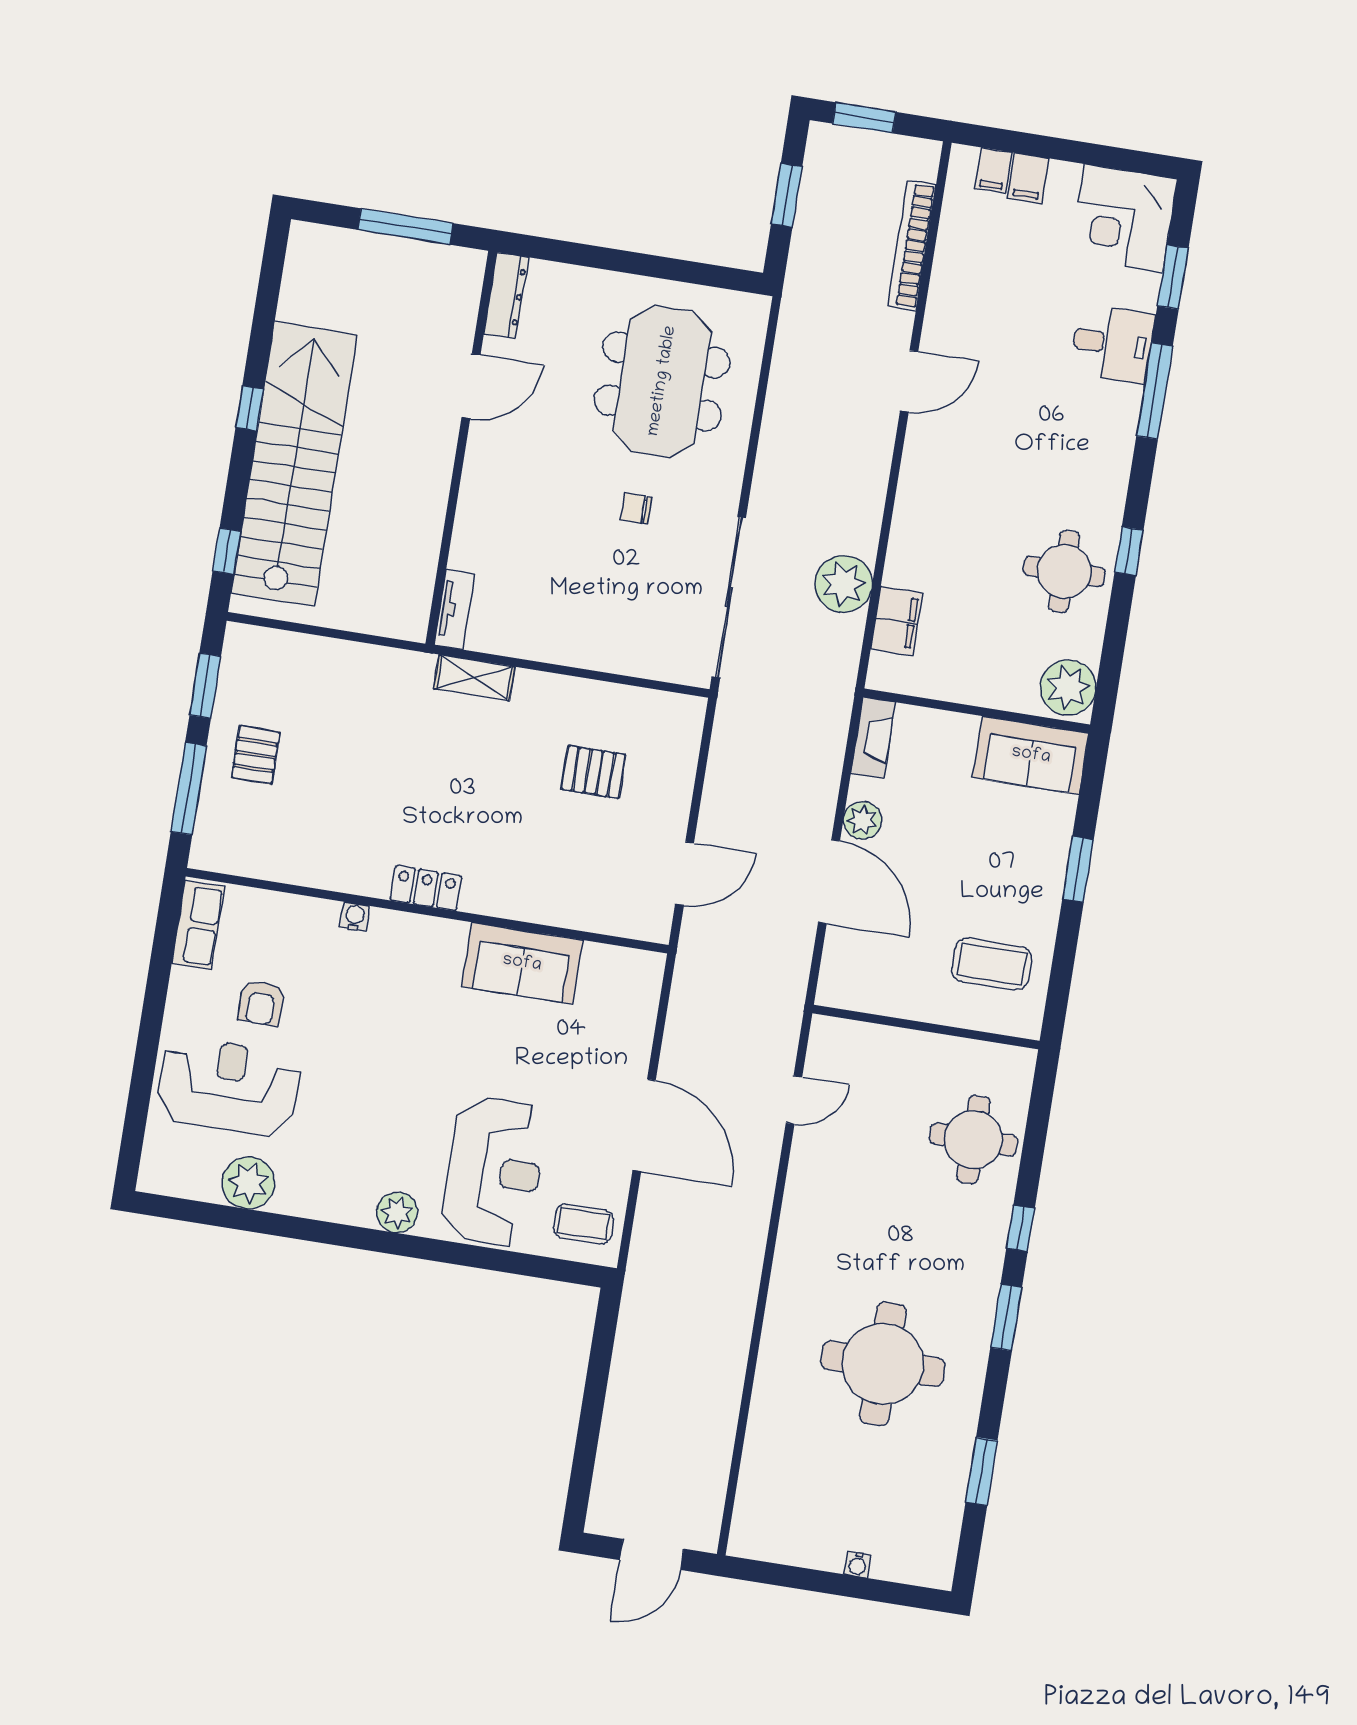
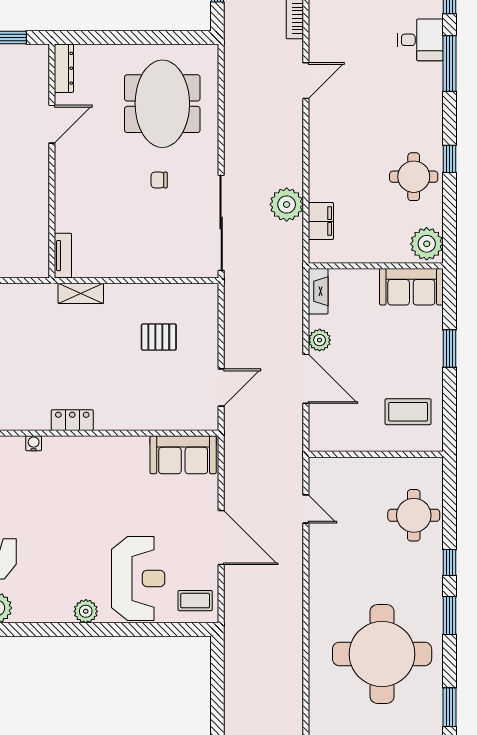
sofa: (522, 963) -> (183, 455), moved
door: (794, 1100) -> (306, 509), hinge flipped
round table: (883, 1364) -> (382, 654), width x1.36, depth x1.36

